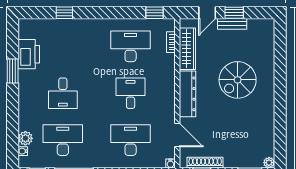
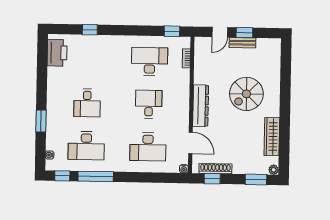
wardrobe: (187, 49) -> (272, 137), moved, turned 180
printer: (29, 54) -> (57, 53), moved
window: (13, 71) -> (41, 121), moved
plant: (25, 138) -> (52, 143), removed
desk: (63, 140) -> (86, 146), turned 180
desk: (131, 140) -> (148, 147), turned 180

